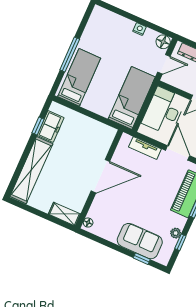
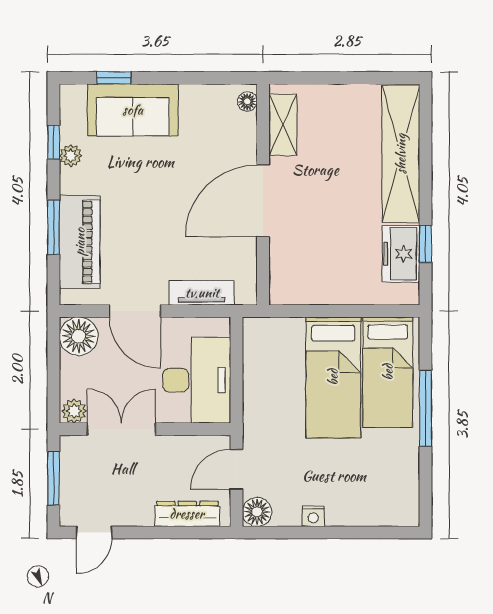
bed: (132, 98) -> (333, 377), moved
shelving: (64, 214) -> (283, 125), moved, turned 90

